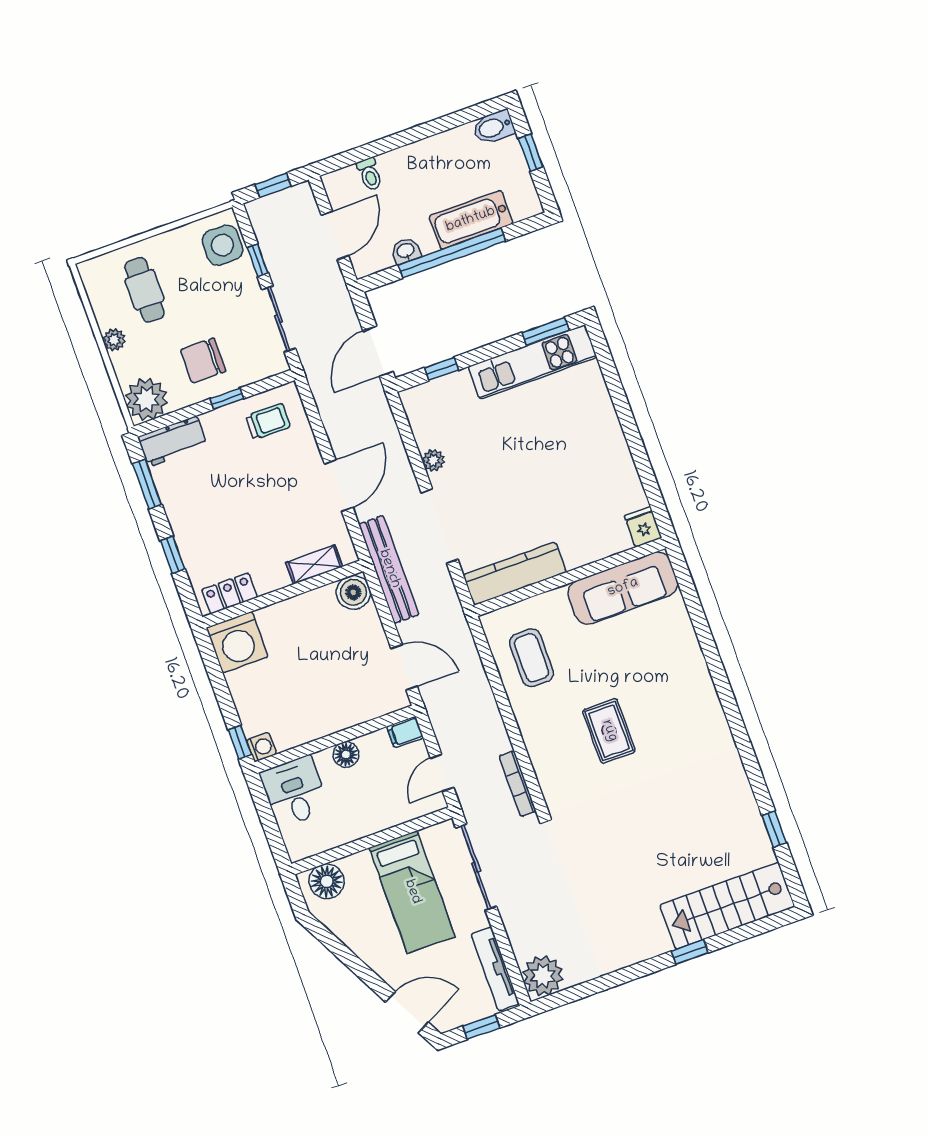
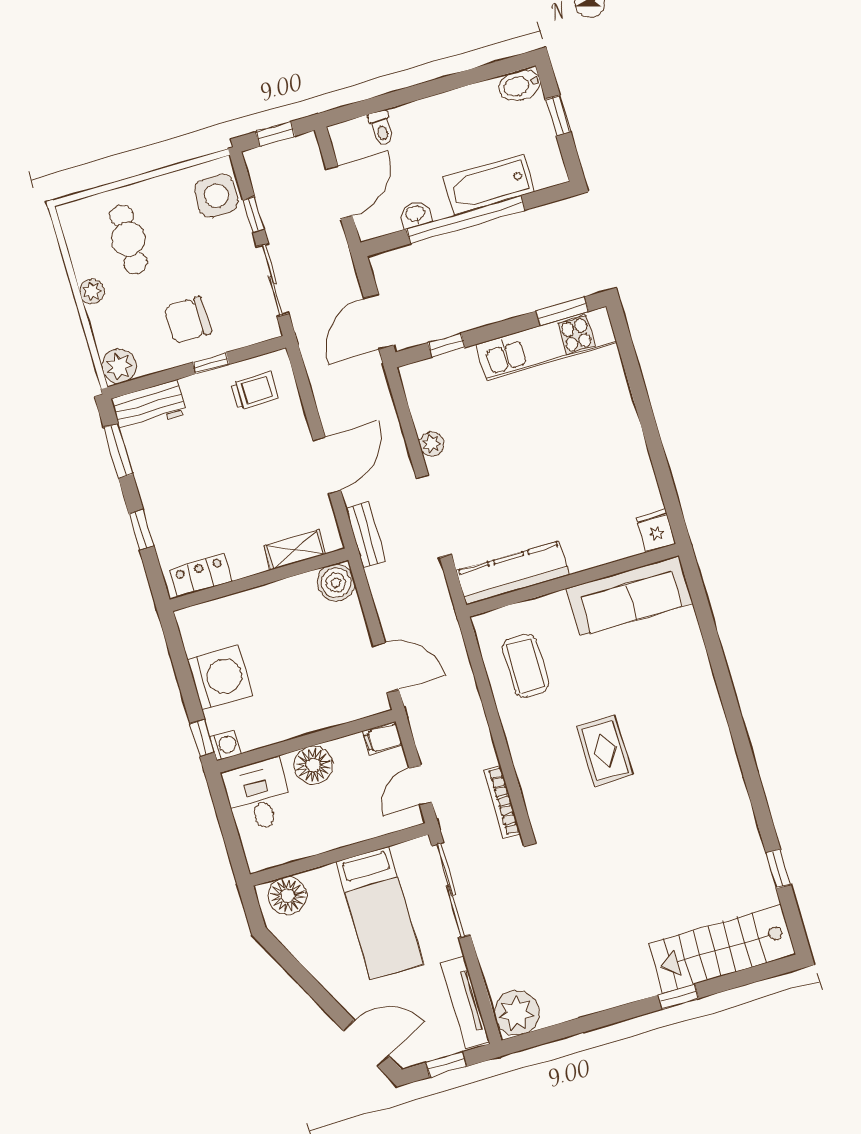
plant: (146, 399) -> (119, 366), width x0.73, depth x0.73
bench: (389, 569) -> (366, 535), width x0.54, depth x0.82
washing machine: (237, 642) -> (220, 677), moved, turned -90
floor lamp: (346, 755) -> (313, 765), width x1.38, depth x1.38

